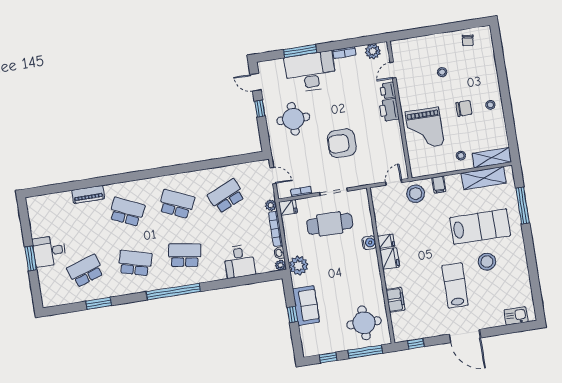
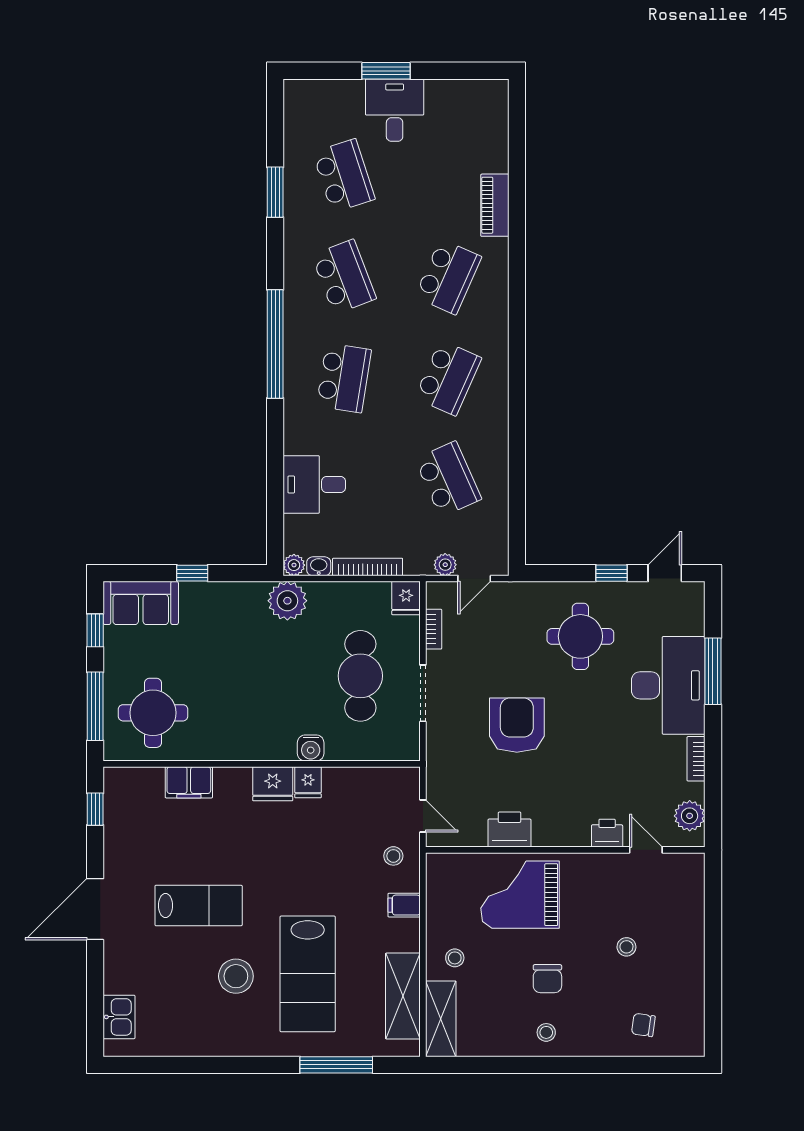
chair: (468, 40) -> (643, 1025), moved
printer: (389, 110) -> (510, 830), moved
stool: (416, 194) -> (393, 856), width x0.53, depth x0.53
plant: (271, 205) -> (445, 565), moved
school desk: (135, 263) -> (344, 277), turned -36
sofa: (306, 305) -> (141, 603), moved

